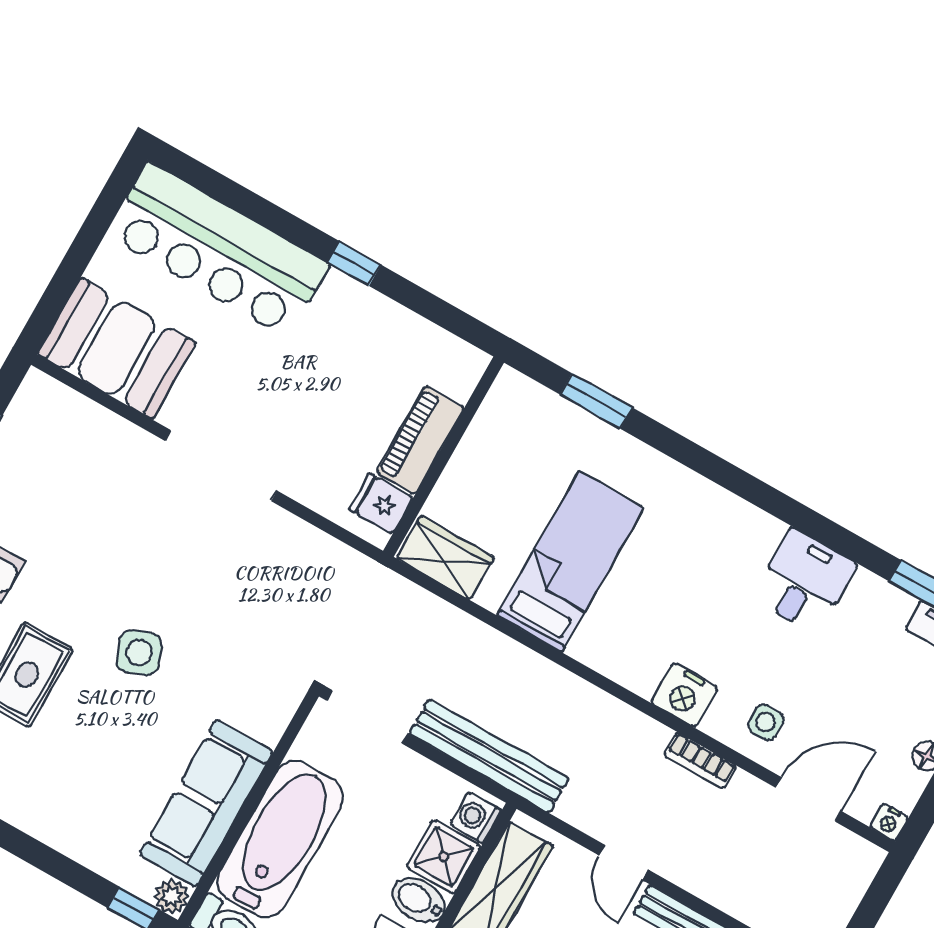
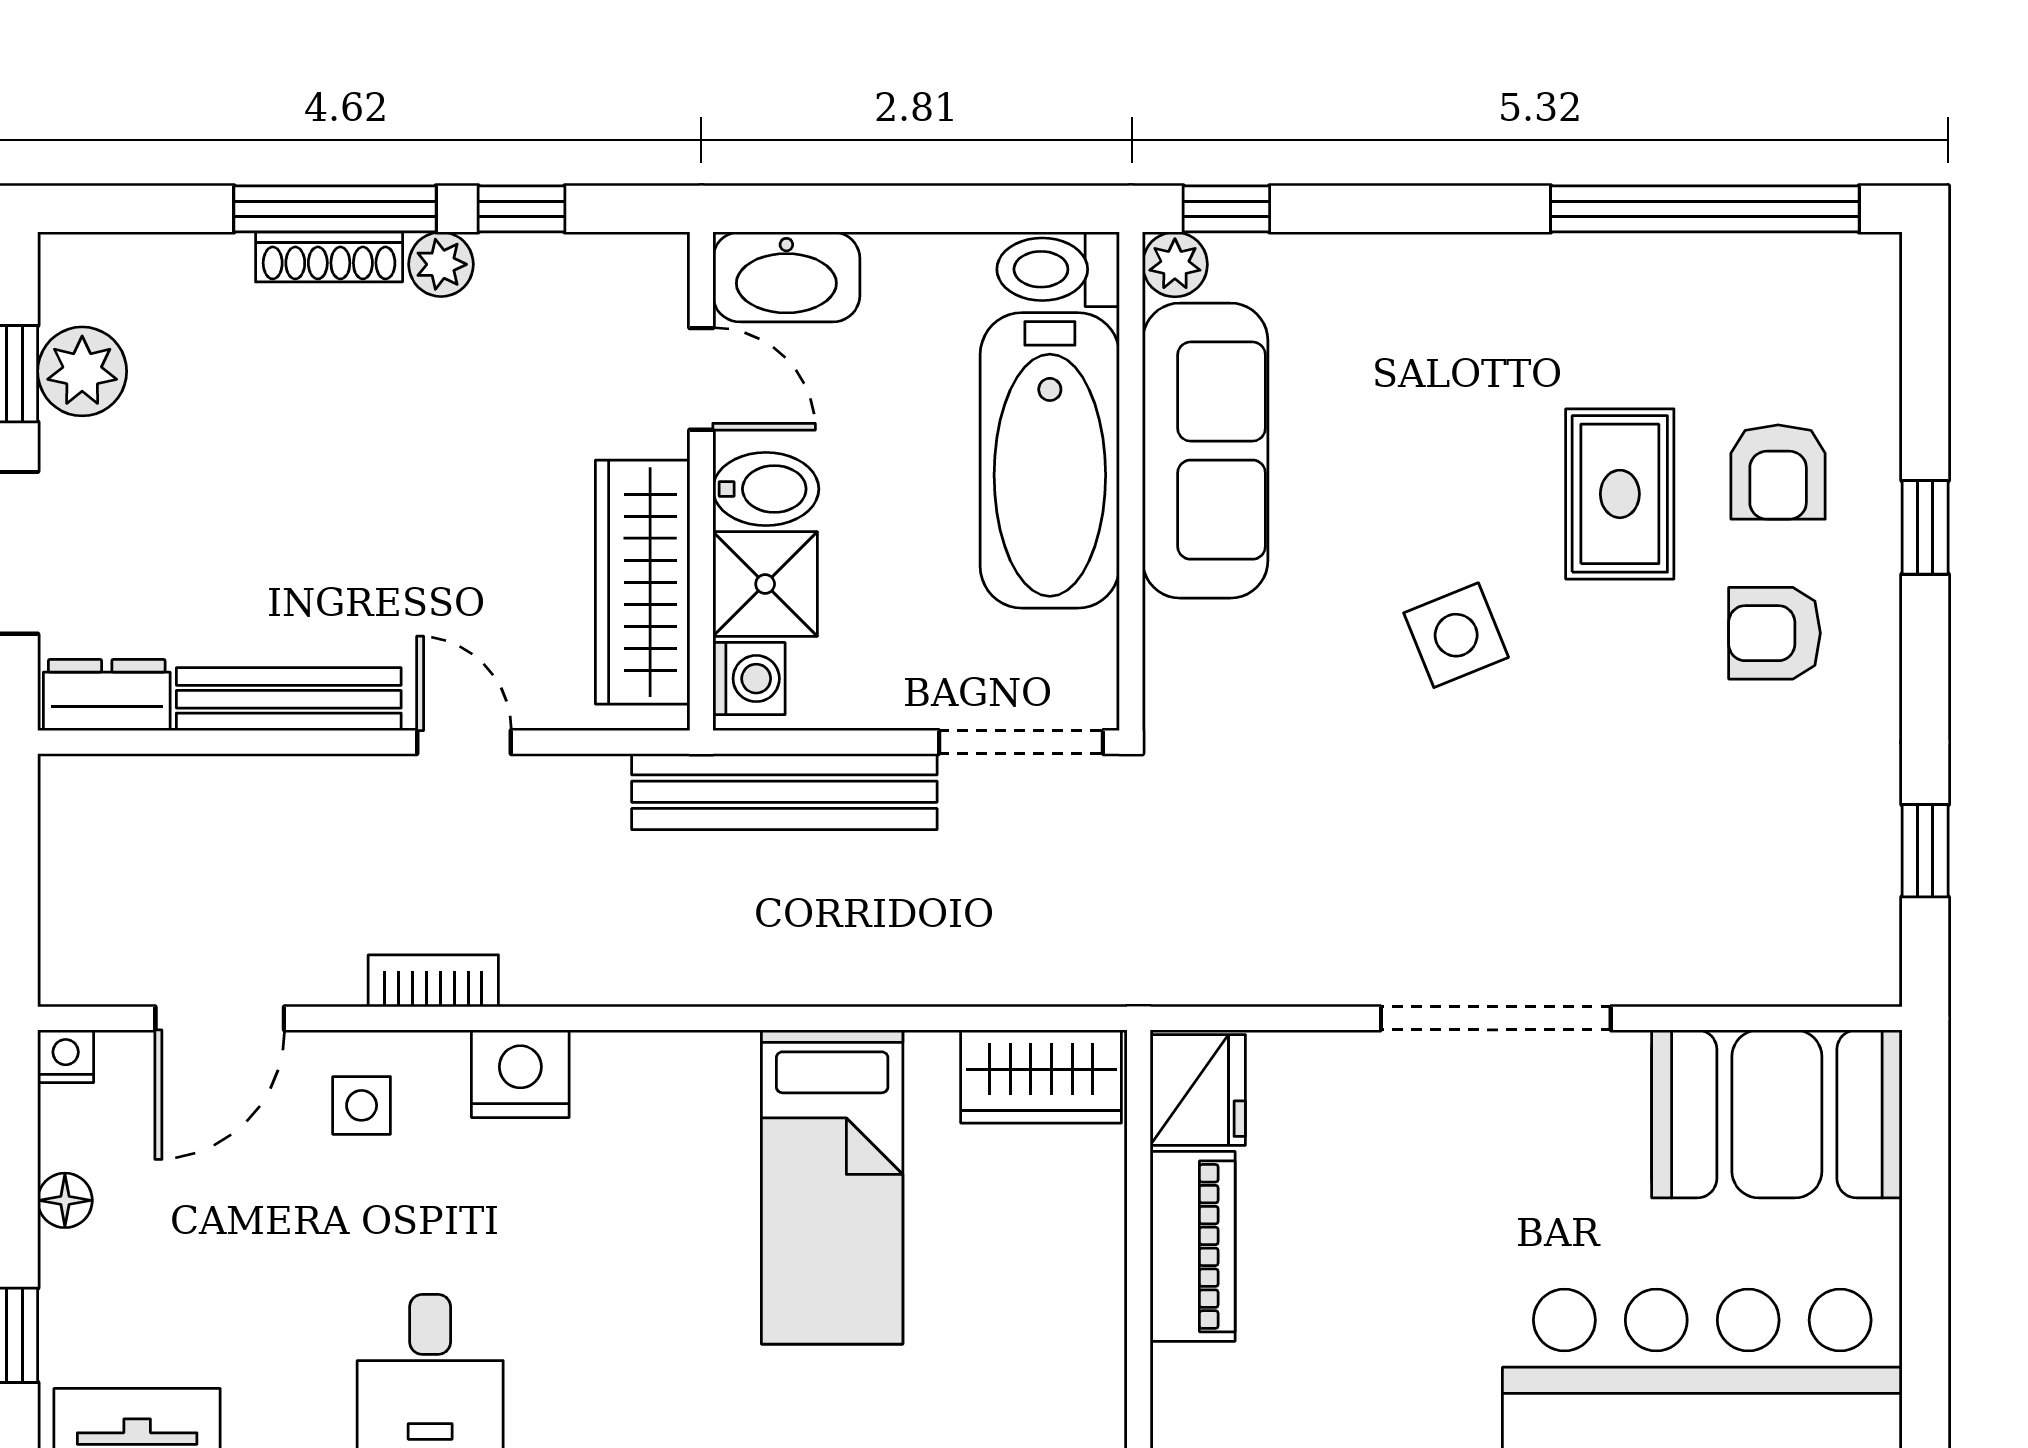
fridge: (381, 504) -> (1198, 1090), width x1.38

